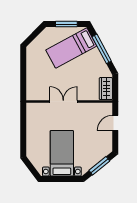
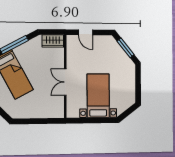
bed with nightstands: (62, 153) -> (98, 96), moved, turned 90

